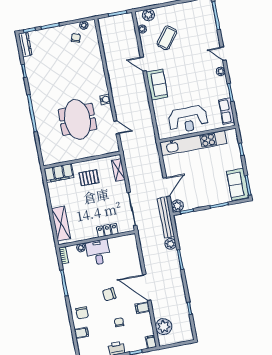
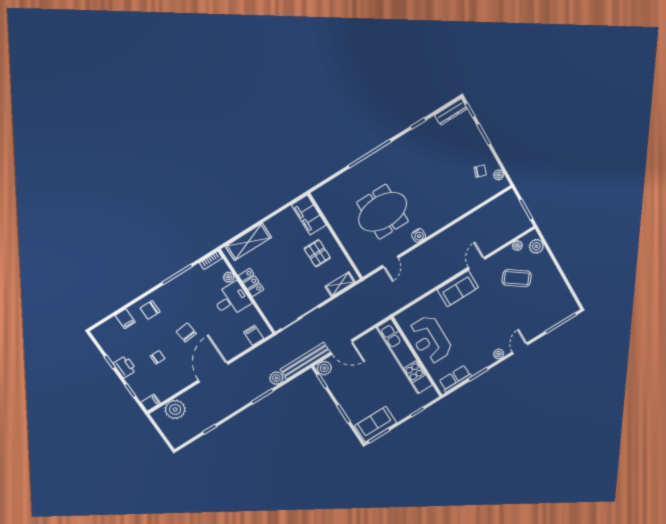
locker: (107, 230) -> (251, 283), moved
filing cabinet: (143, 308) -> (254, 335), moved

